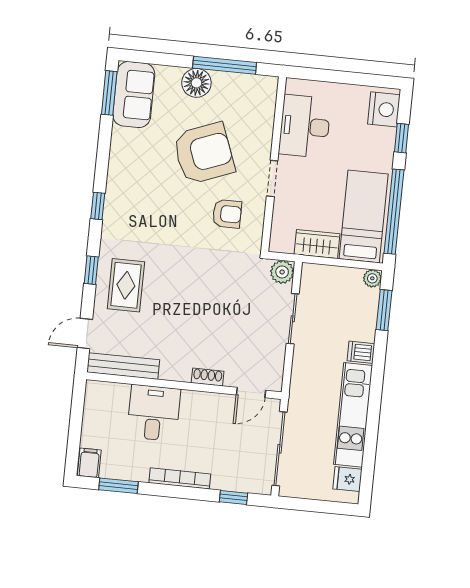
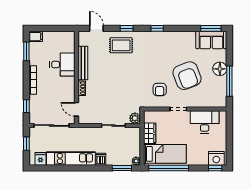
window: (401, 138) -> (215, 168), moved
bench: (123, 366) -> (83, 63), moved
window: (312, 505) -> (26, 144), added

